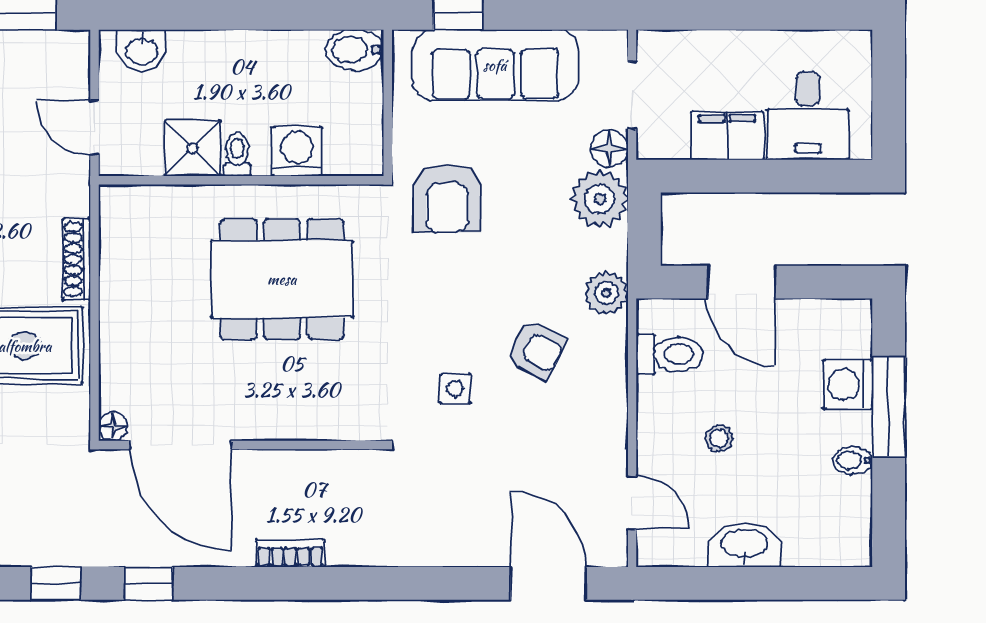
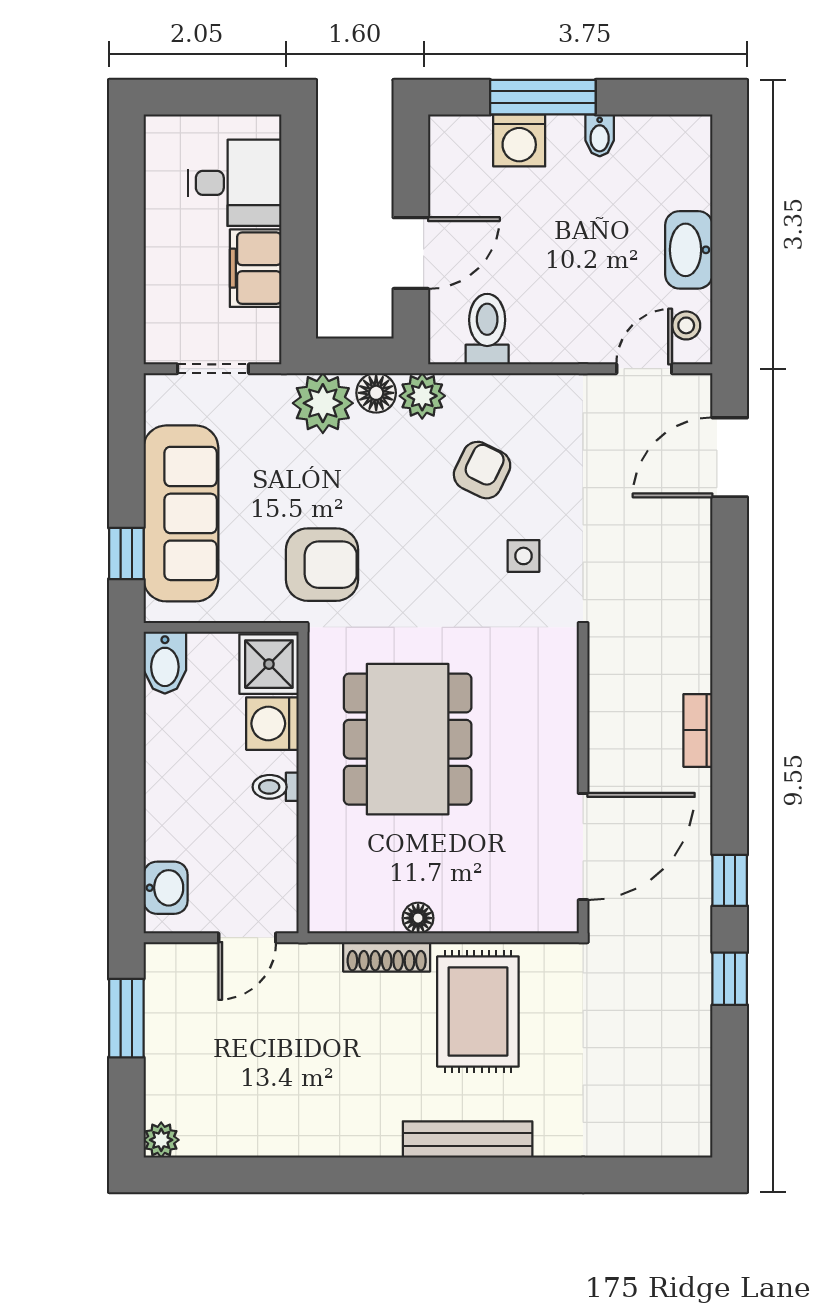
shower: (192, 148) -> (269, 664), moved
floor lamp: (609, 149) -> (376, 393), moved
floor lamp: (113, 426) -> (418, 918), moved
stool: (719, 438) -> (686, 325), moved

